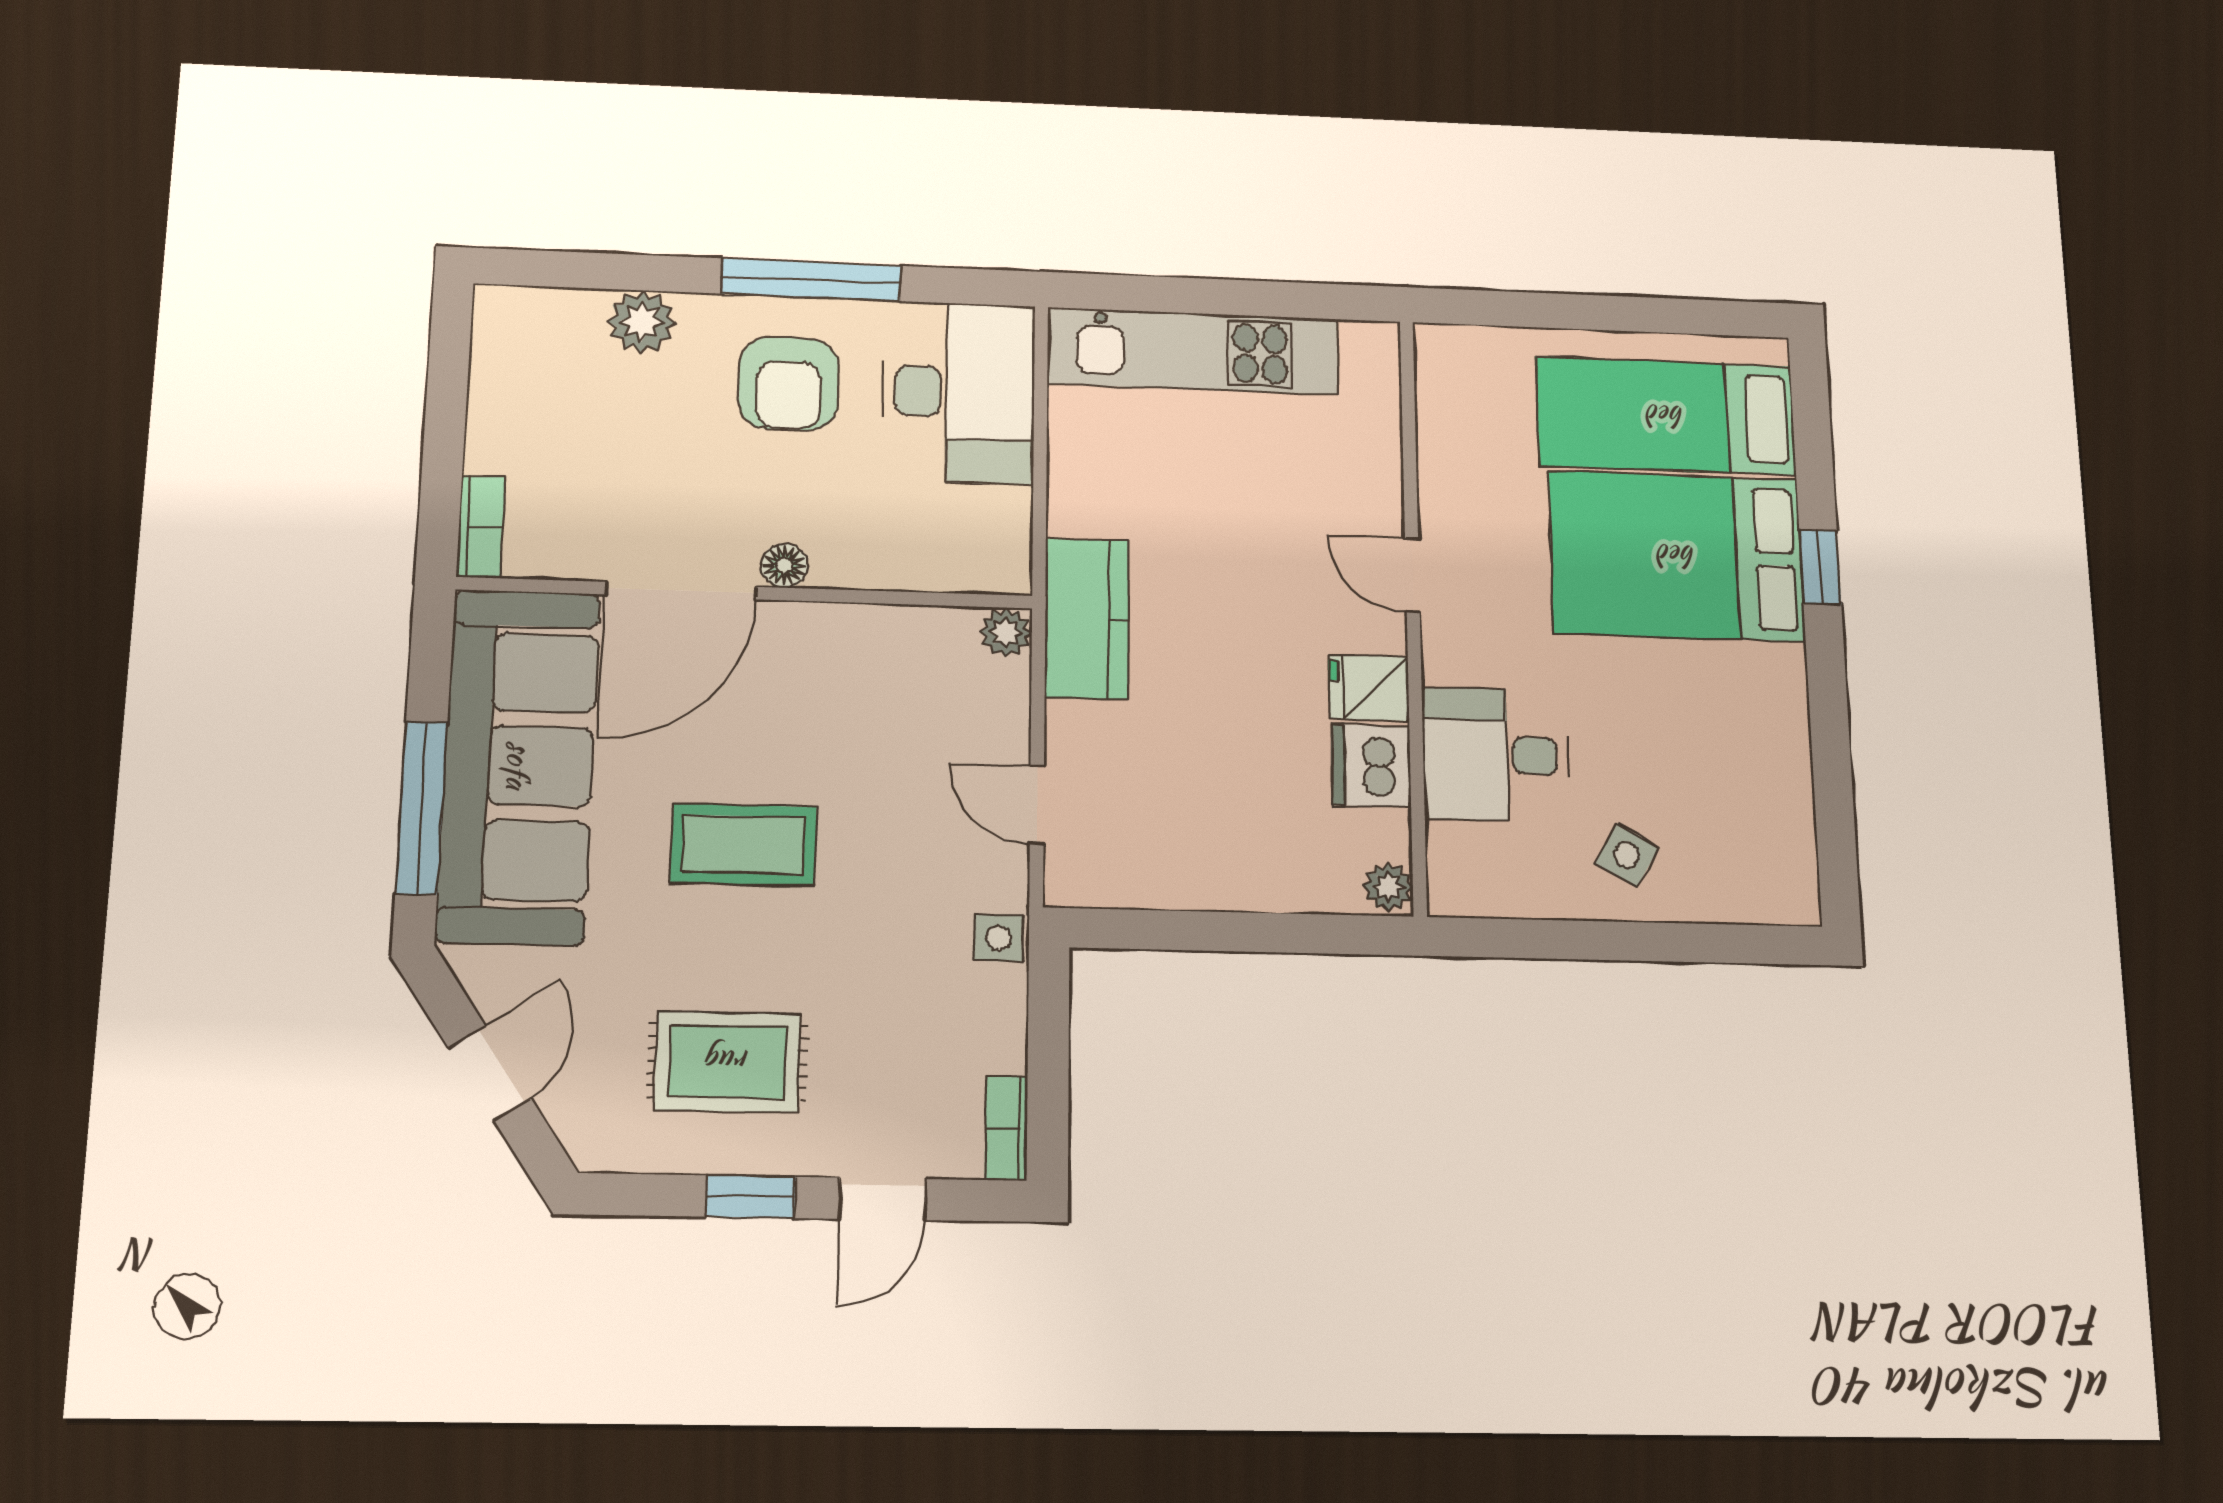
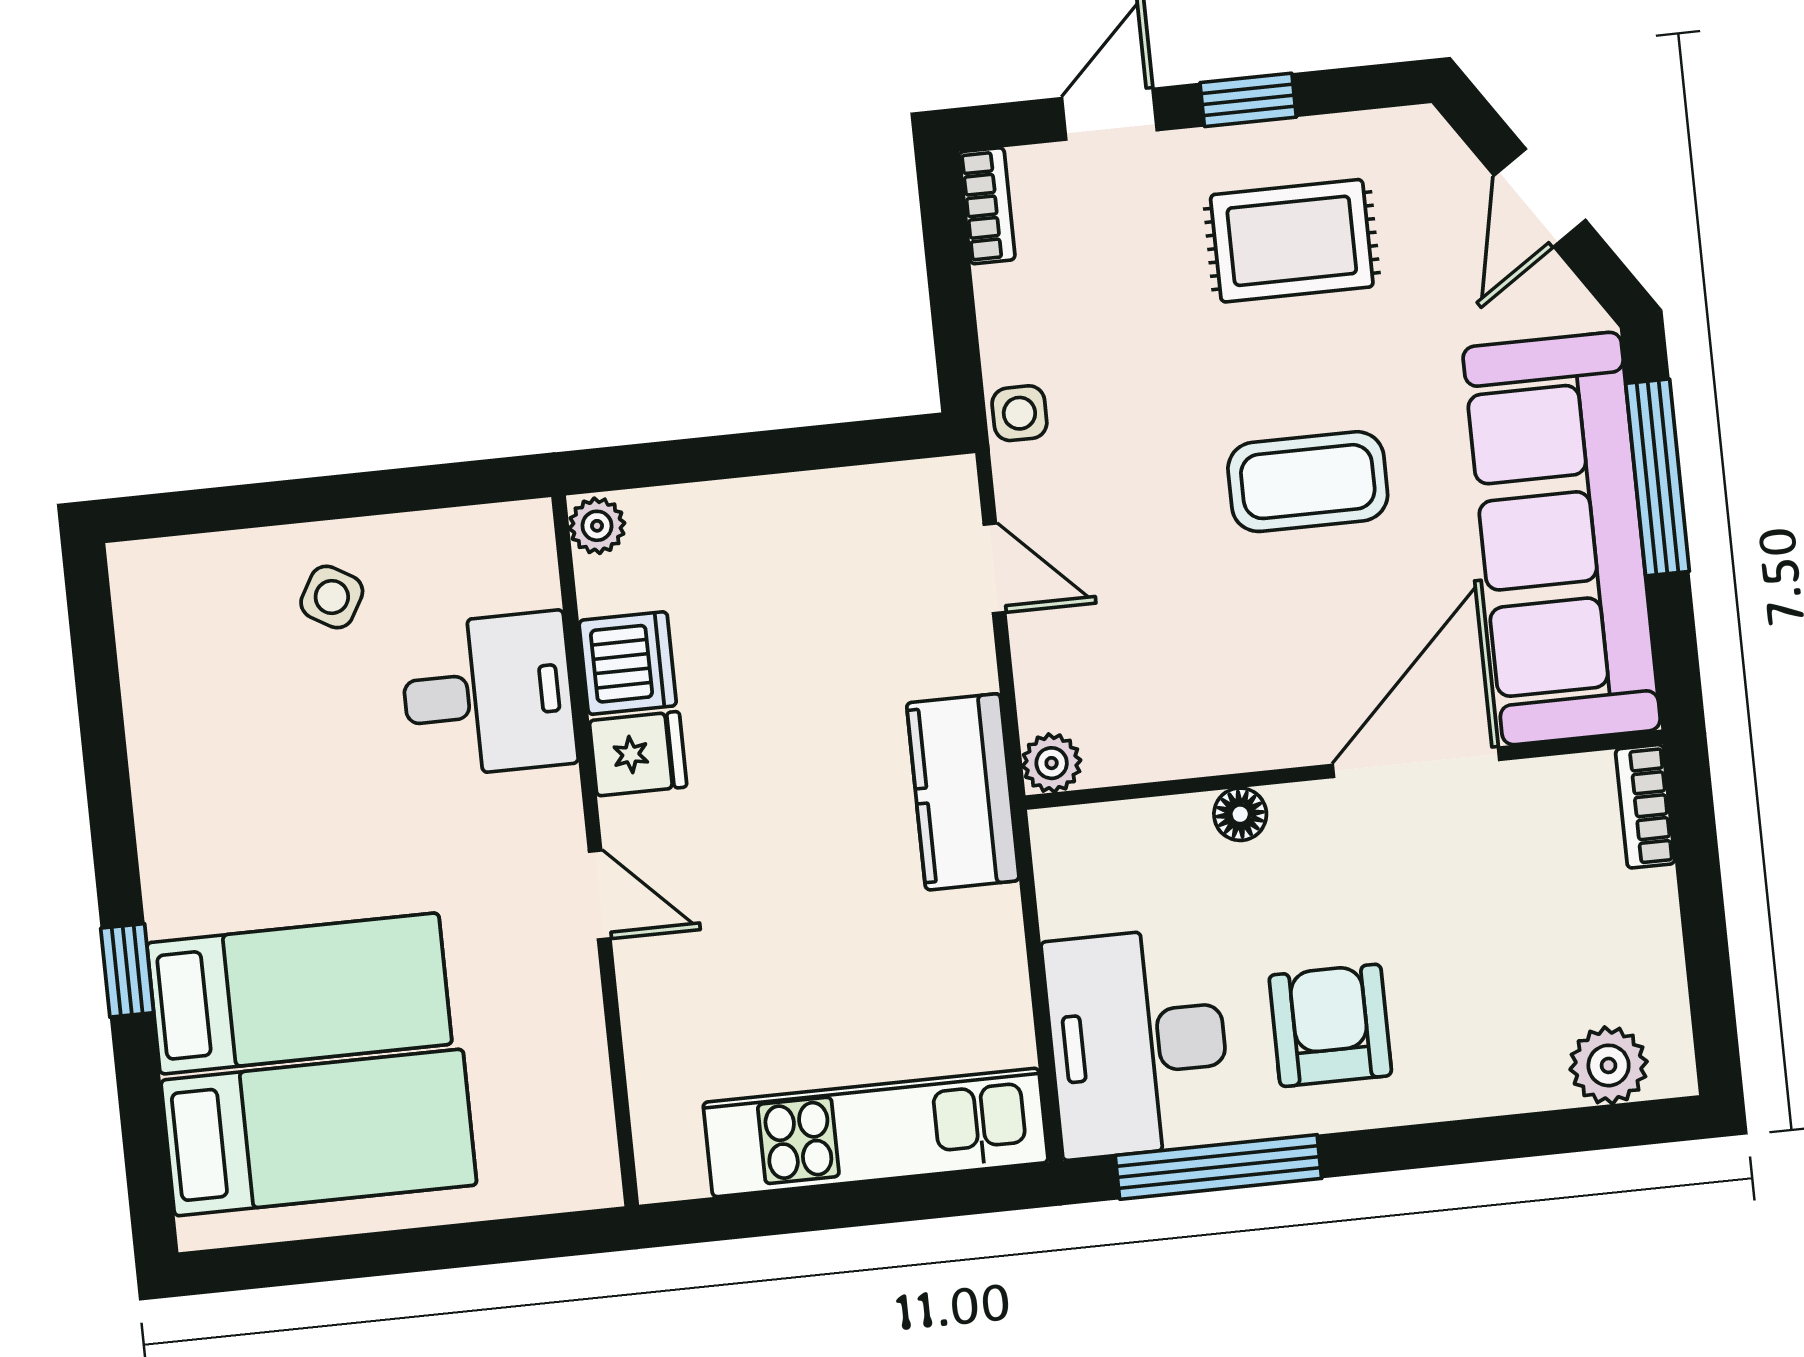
window: (811, 280) -> (1218, 1167), moved
plant: (642, 322) -> (1609, 1065), moved
bed: (1677, 556) -> (299, 993), width x0.67
floor lamp: (784, 566) -> (1240, 814), moved

